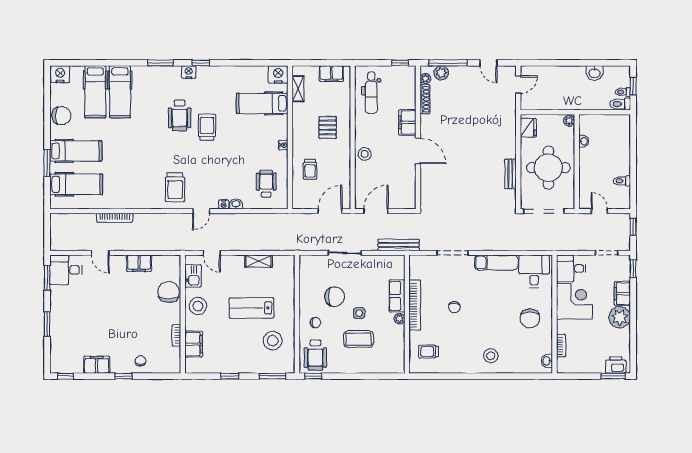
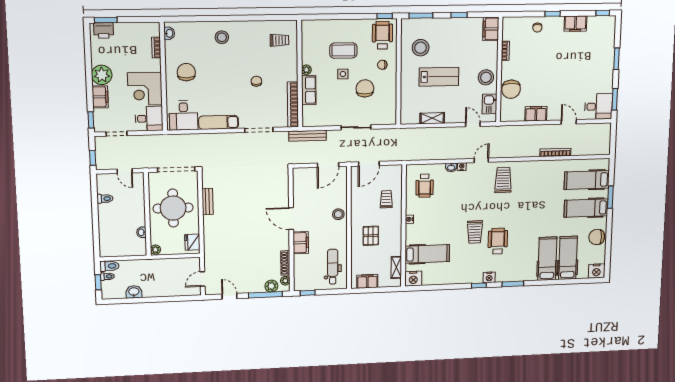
chair: (335, 297) -> (365, 88), turned 90
bookcase: (415, 305) -> (293, 105), moved
filing cabinet: (194, 344) -> (491, 29), moved

